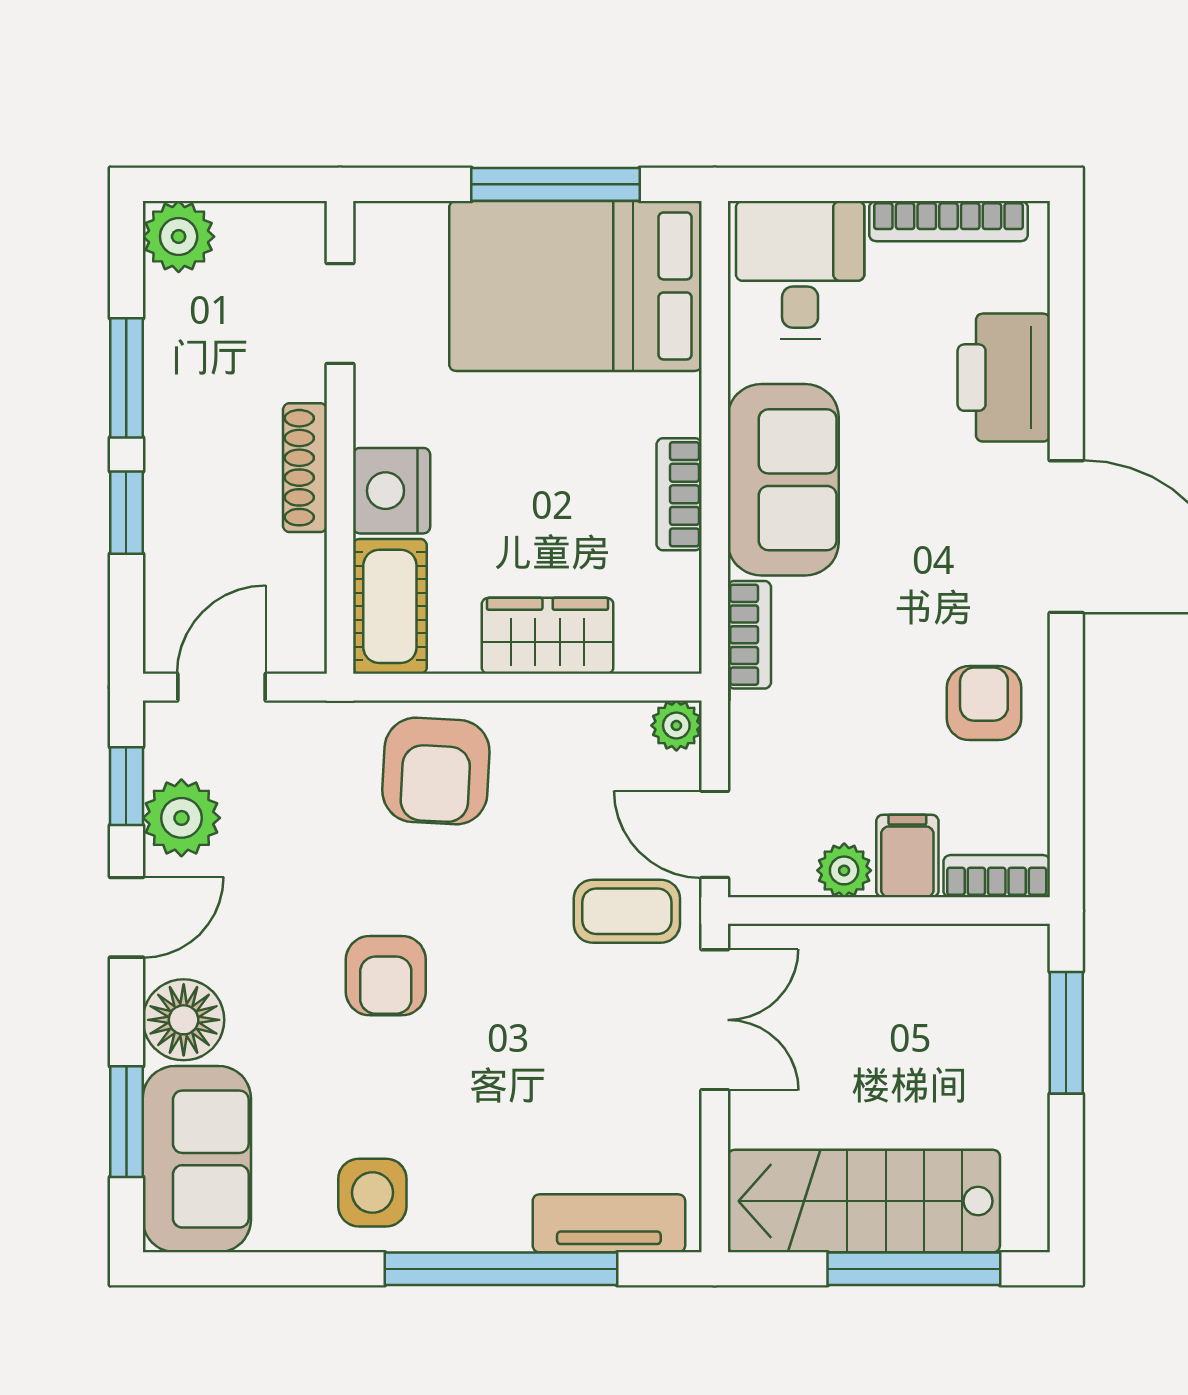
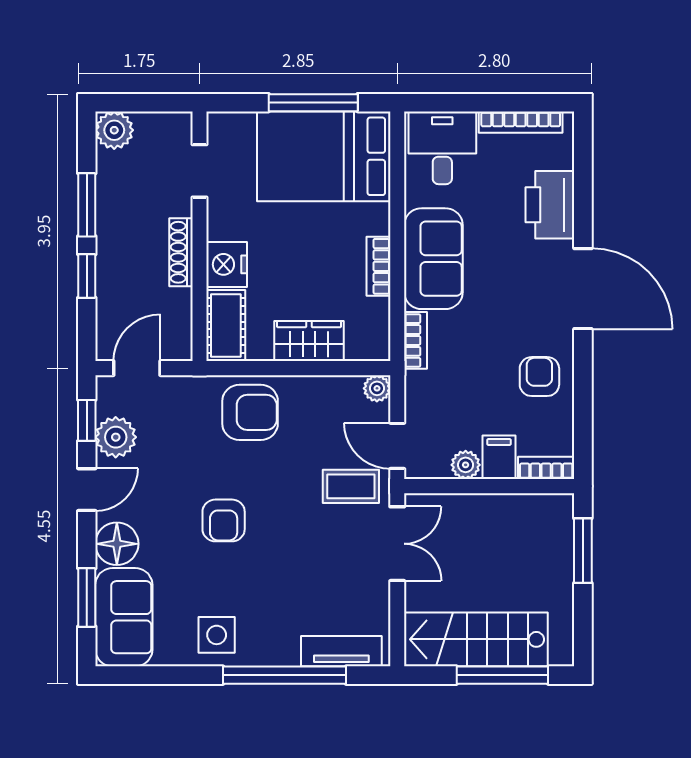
armchair: (436, 771) -> (250, 412), turned -93

